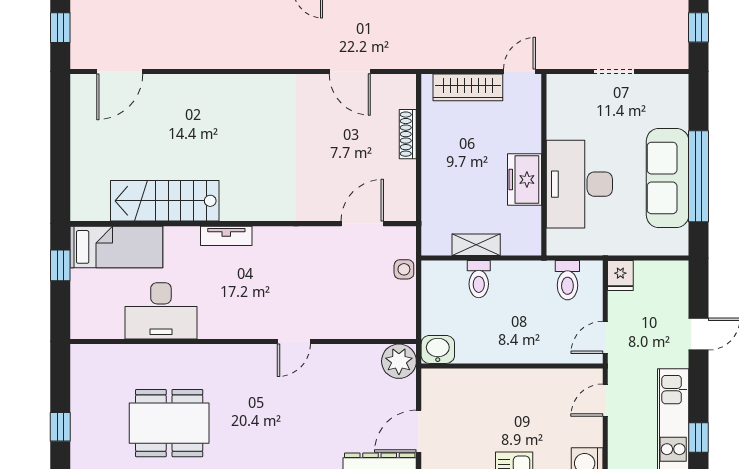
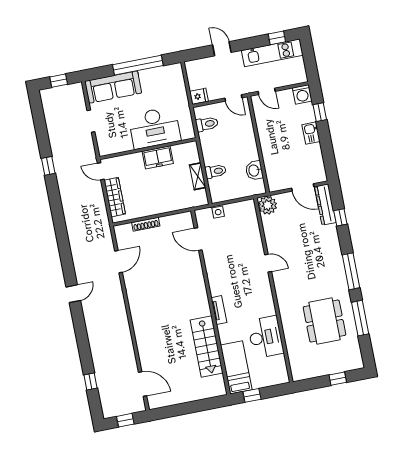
sofa: (668, 178) -> (113, 87), moved
washbasin: (438, 349) -> (254, 170), moved

